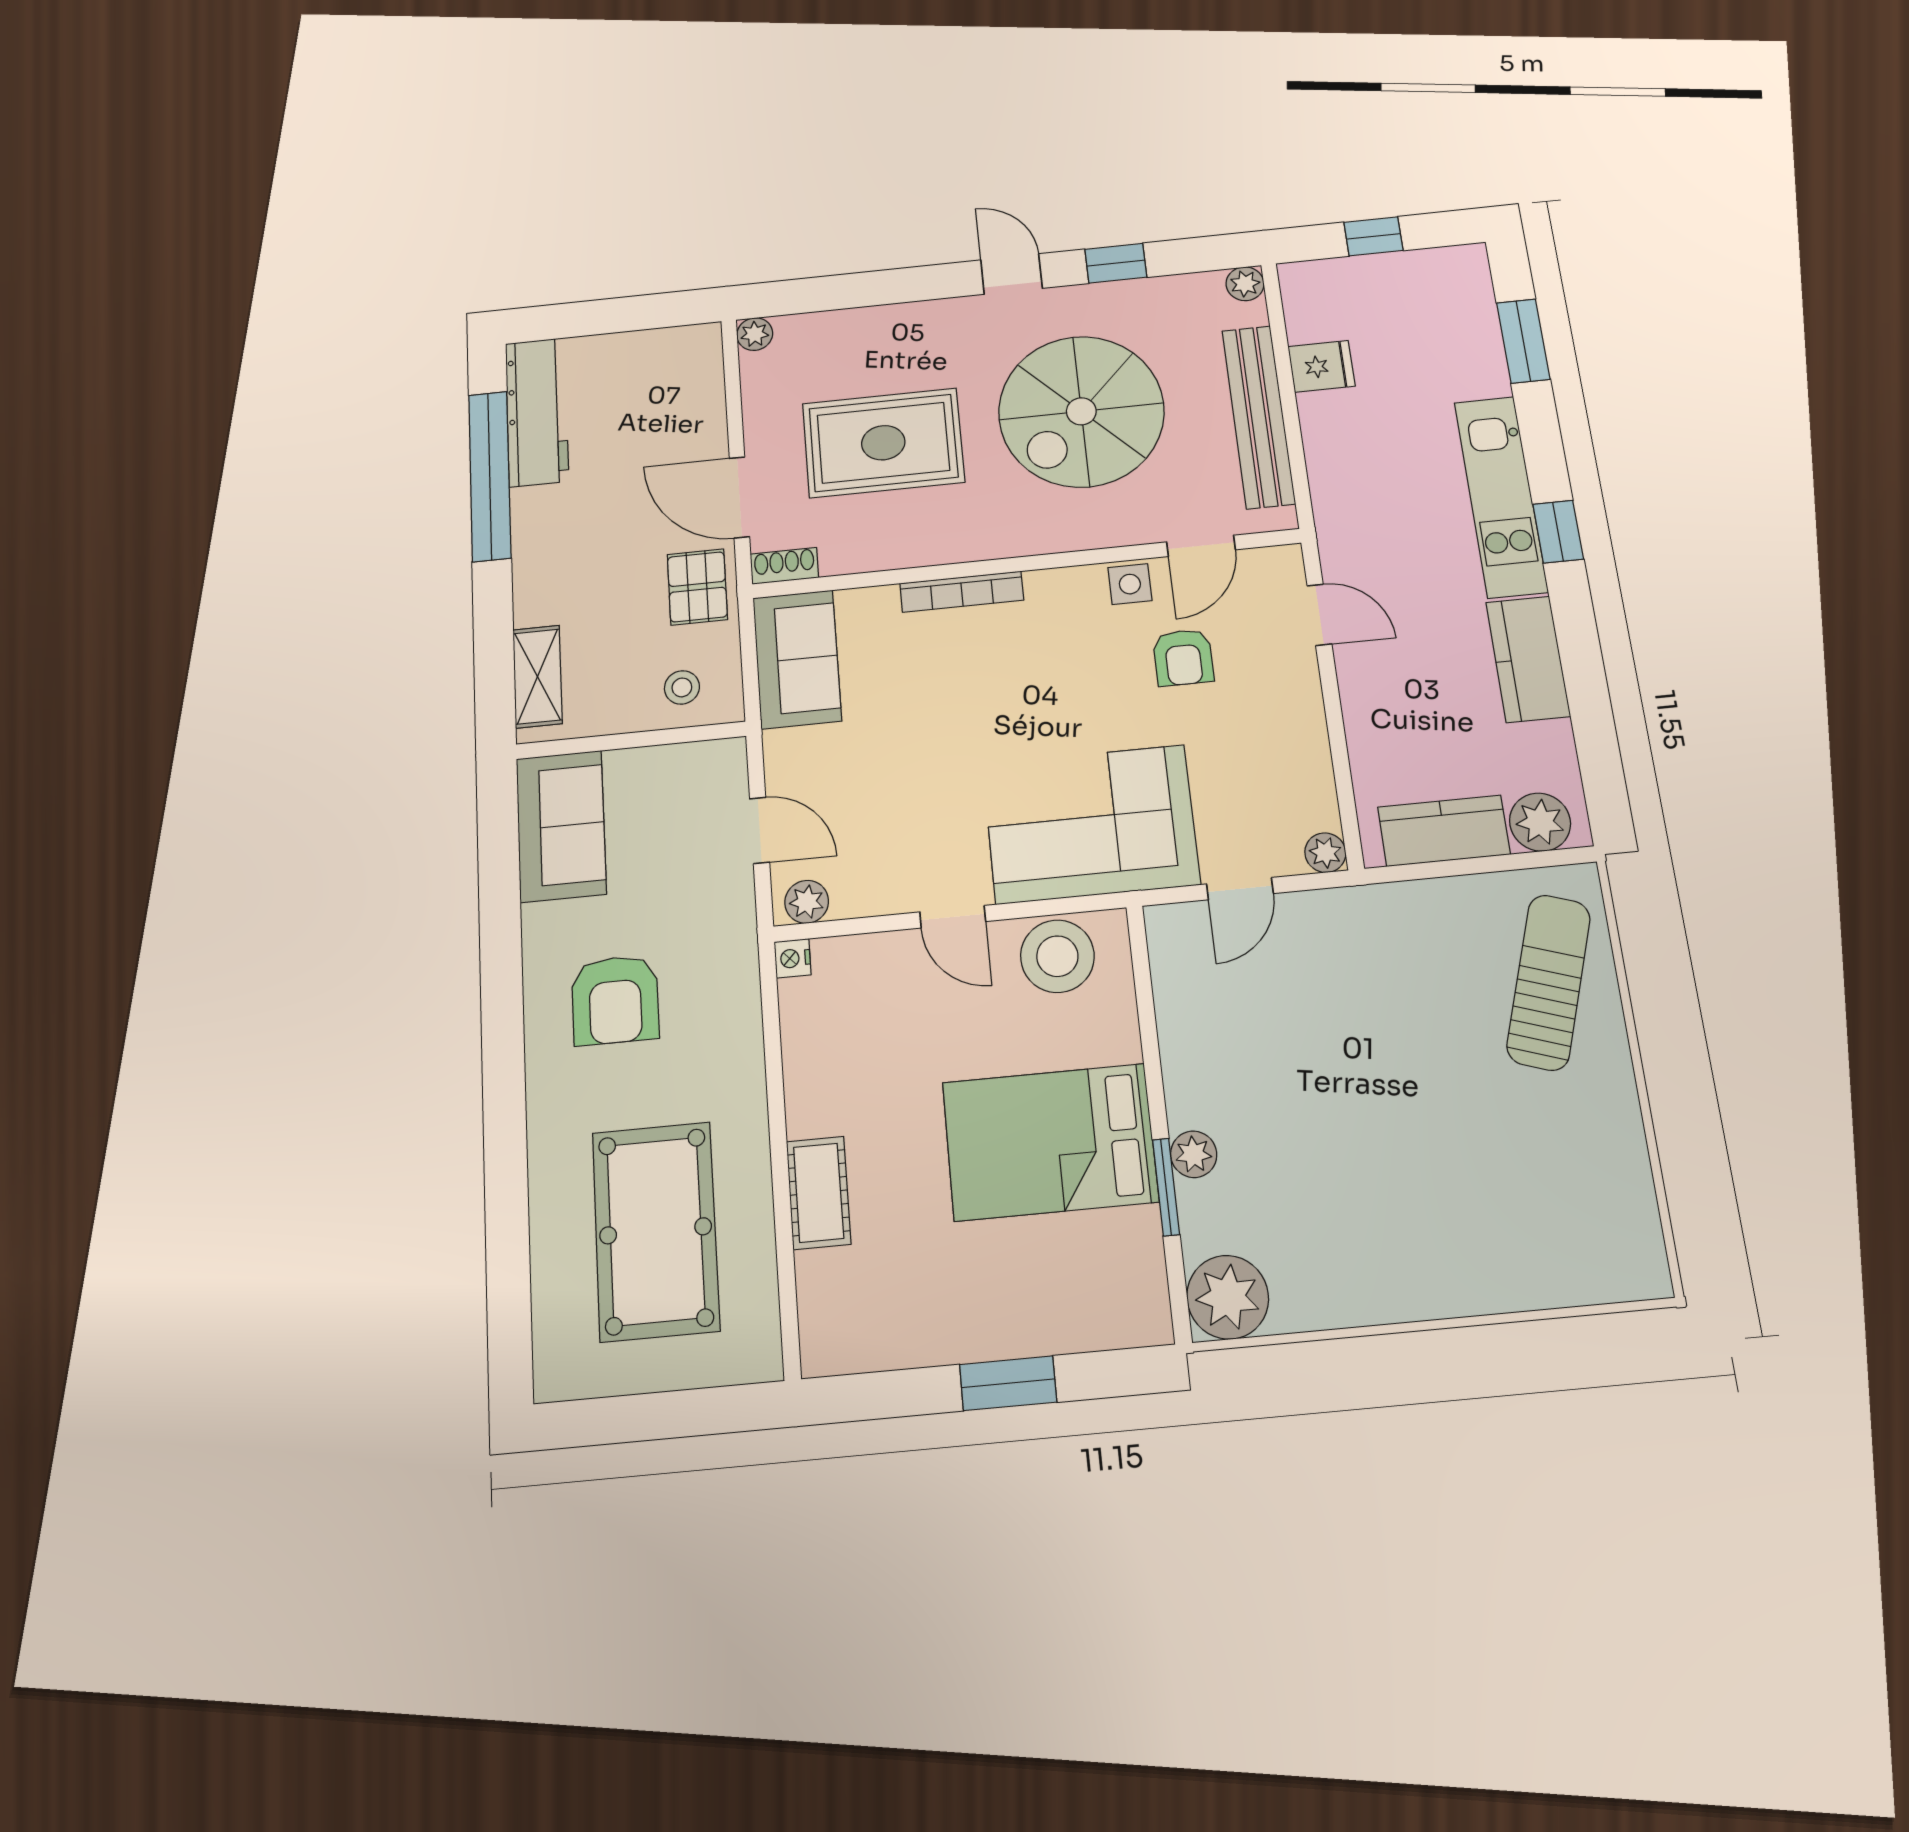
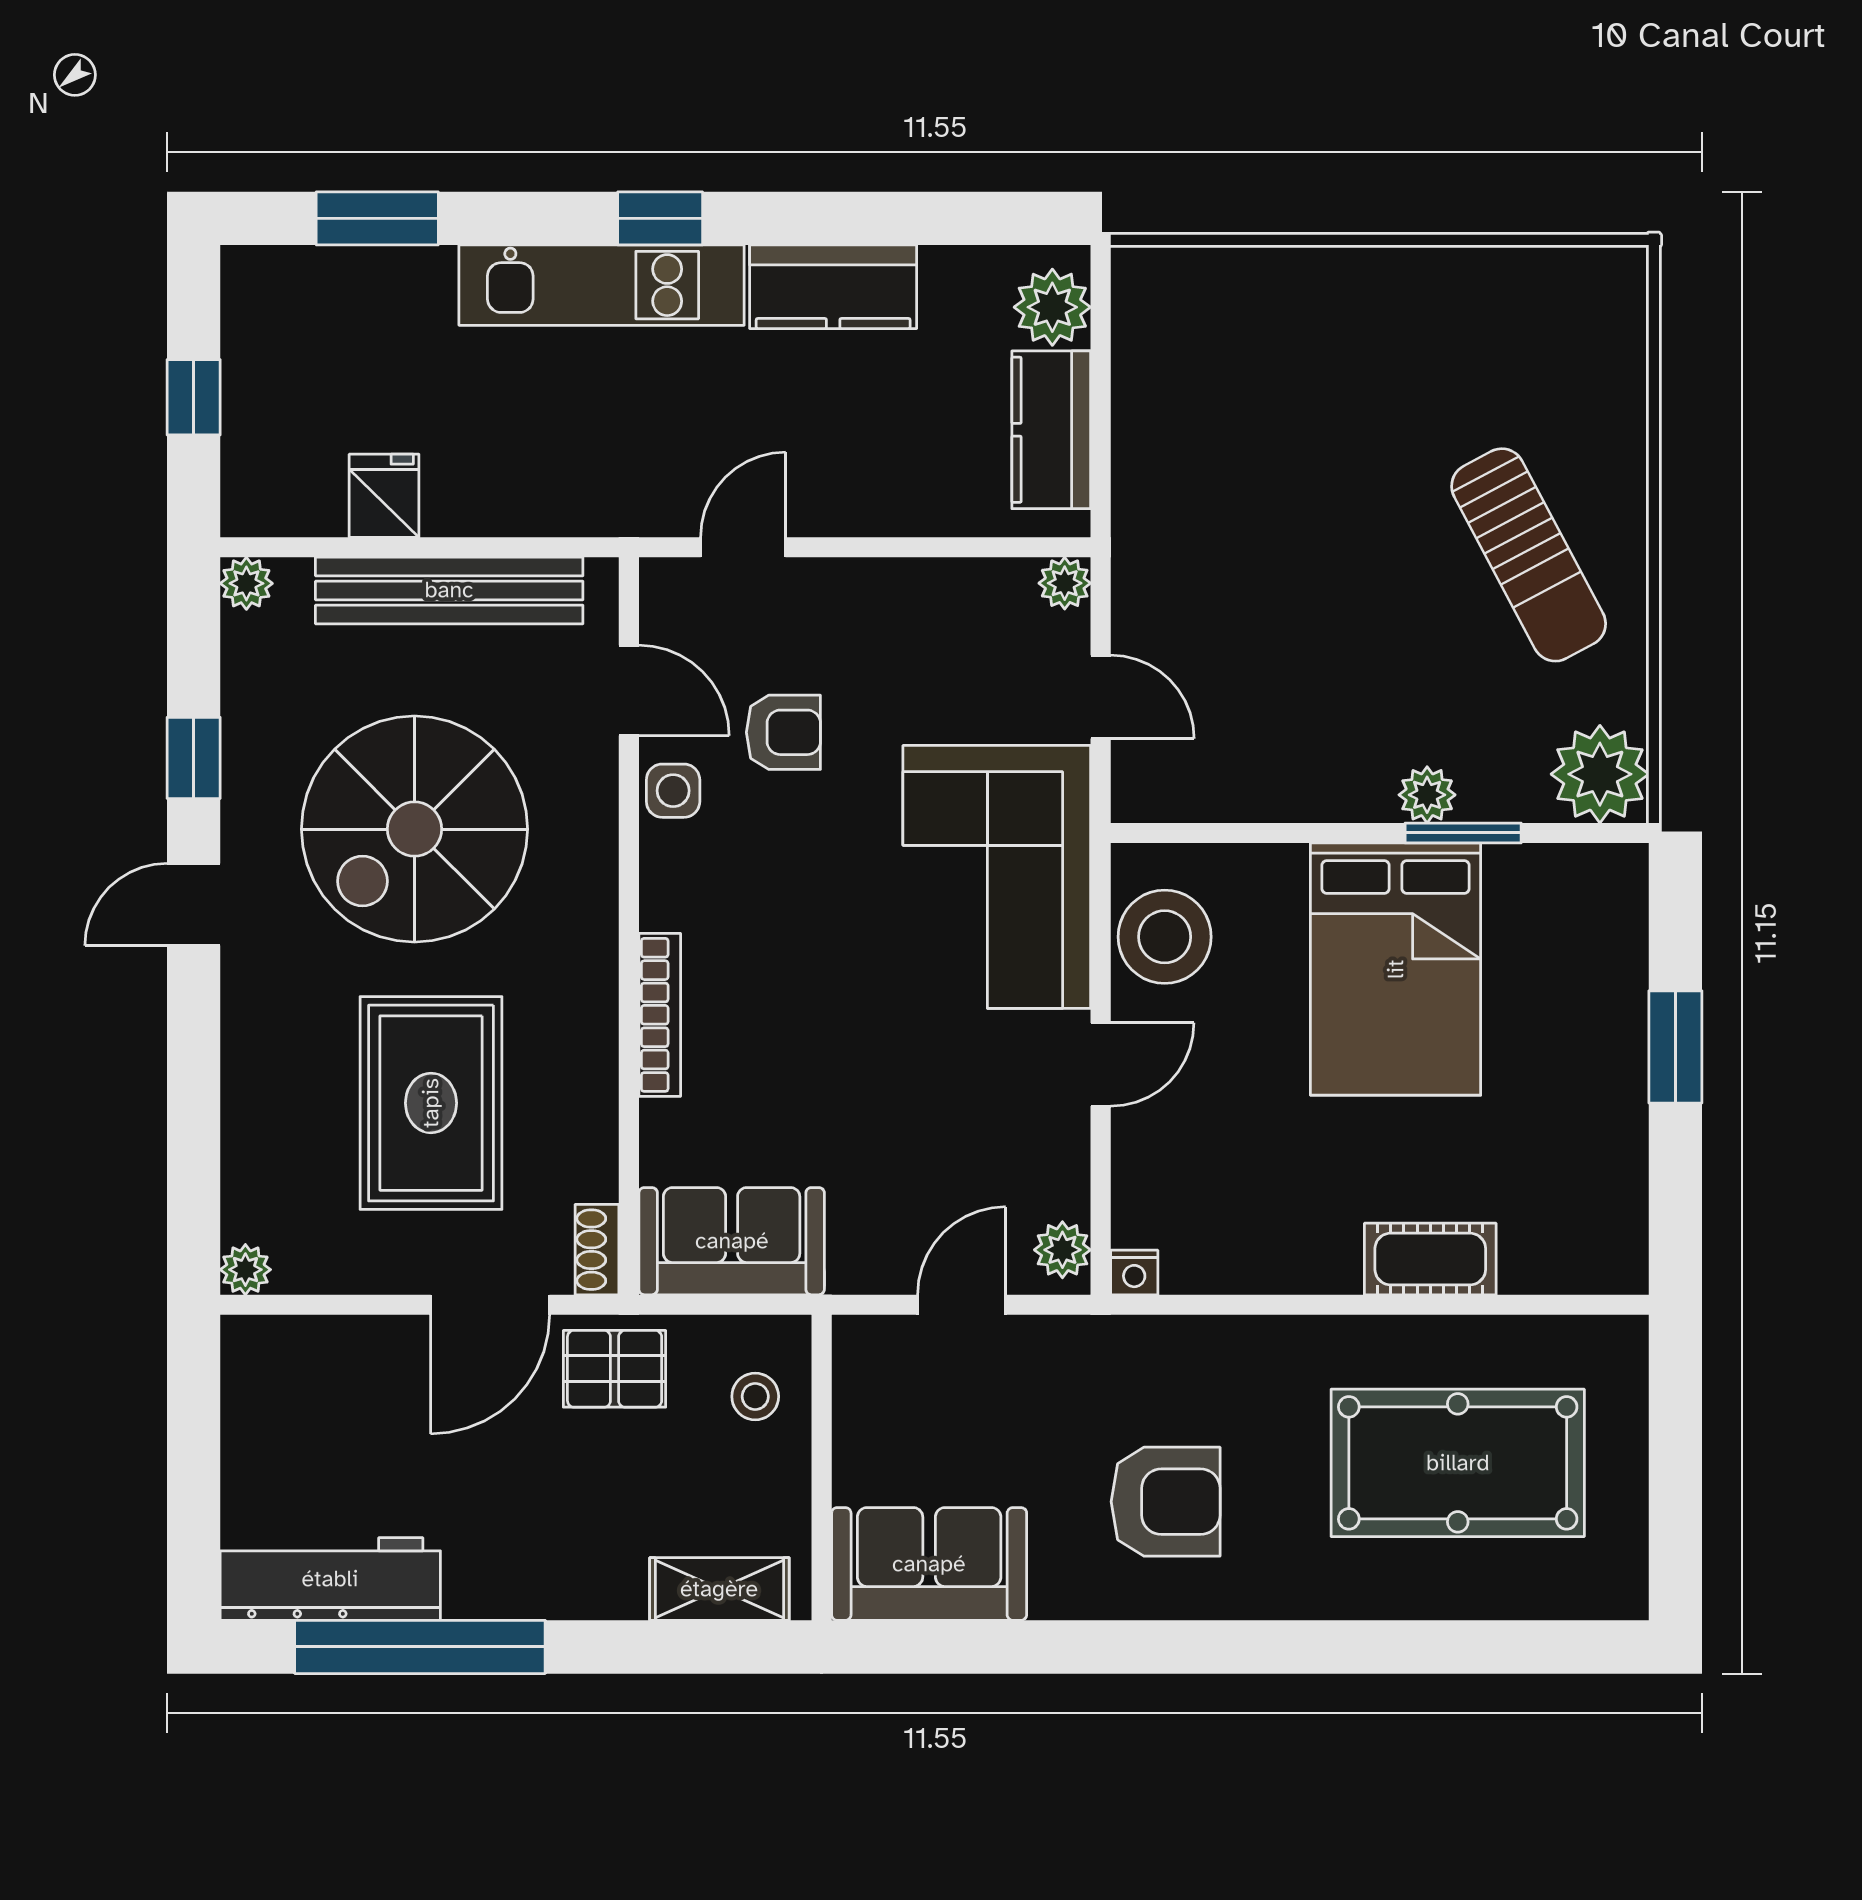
spiral stairs: (1081, 411) -> (414, 829), turned 90
sun lounger: (1549, 982) -> (1529, 555), moved, turned -136

